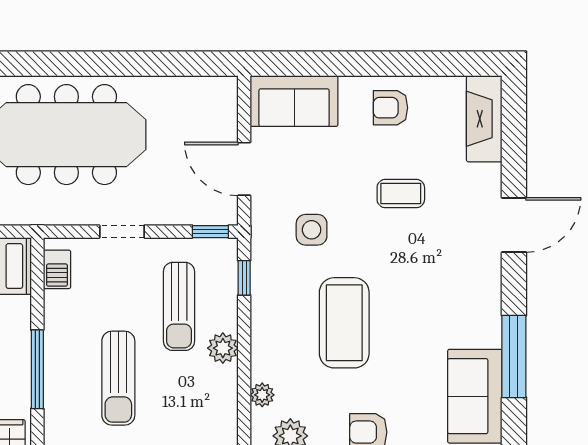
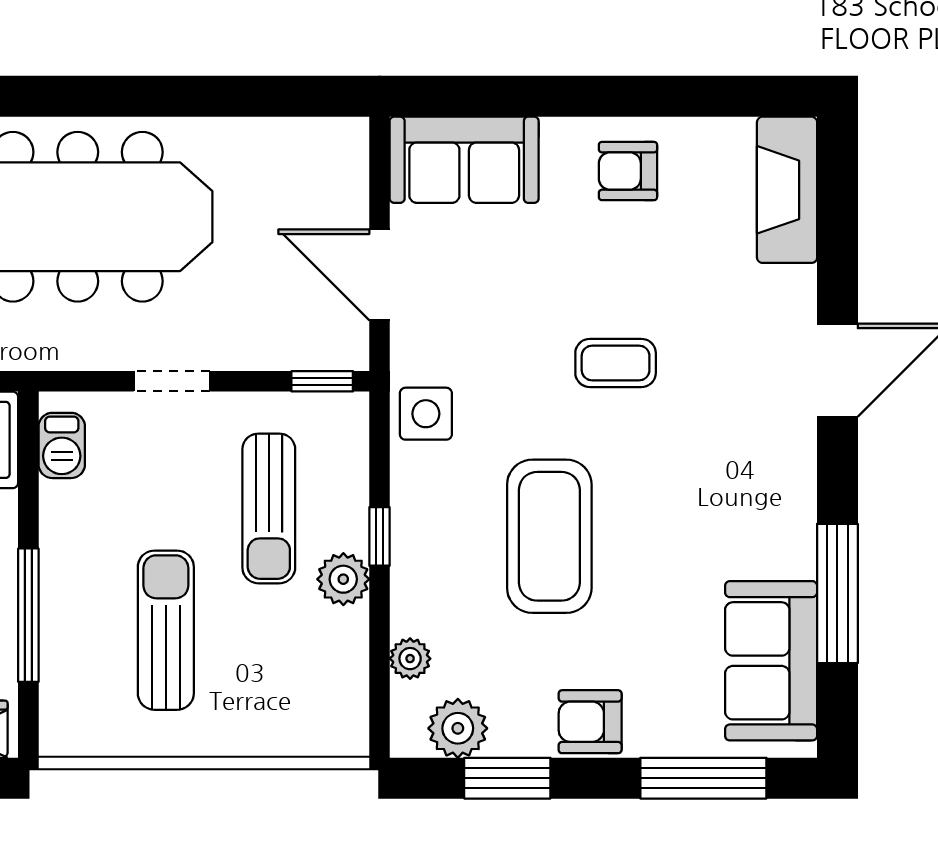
coffee table: (401, 194) -> (616, 363), moved
side table: (312, 230) -> (426, 414), moved
window: (244, 278) -> (379, 536), moved
sun lounger: (118, 378) -> (166, 630), turned 180

